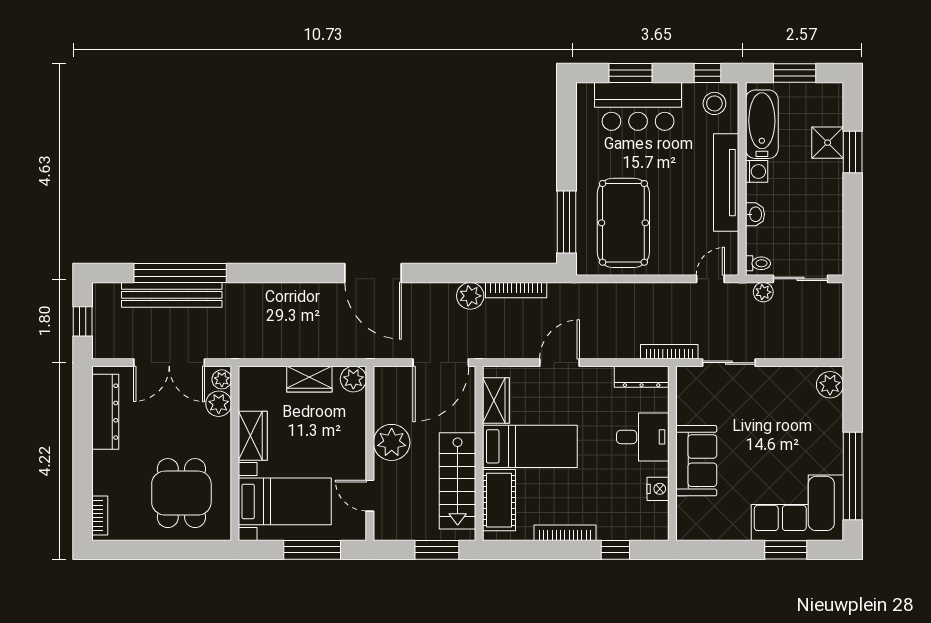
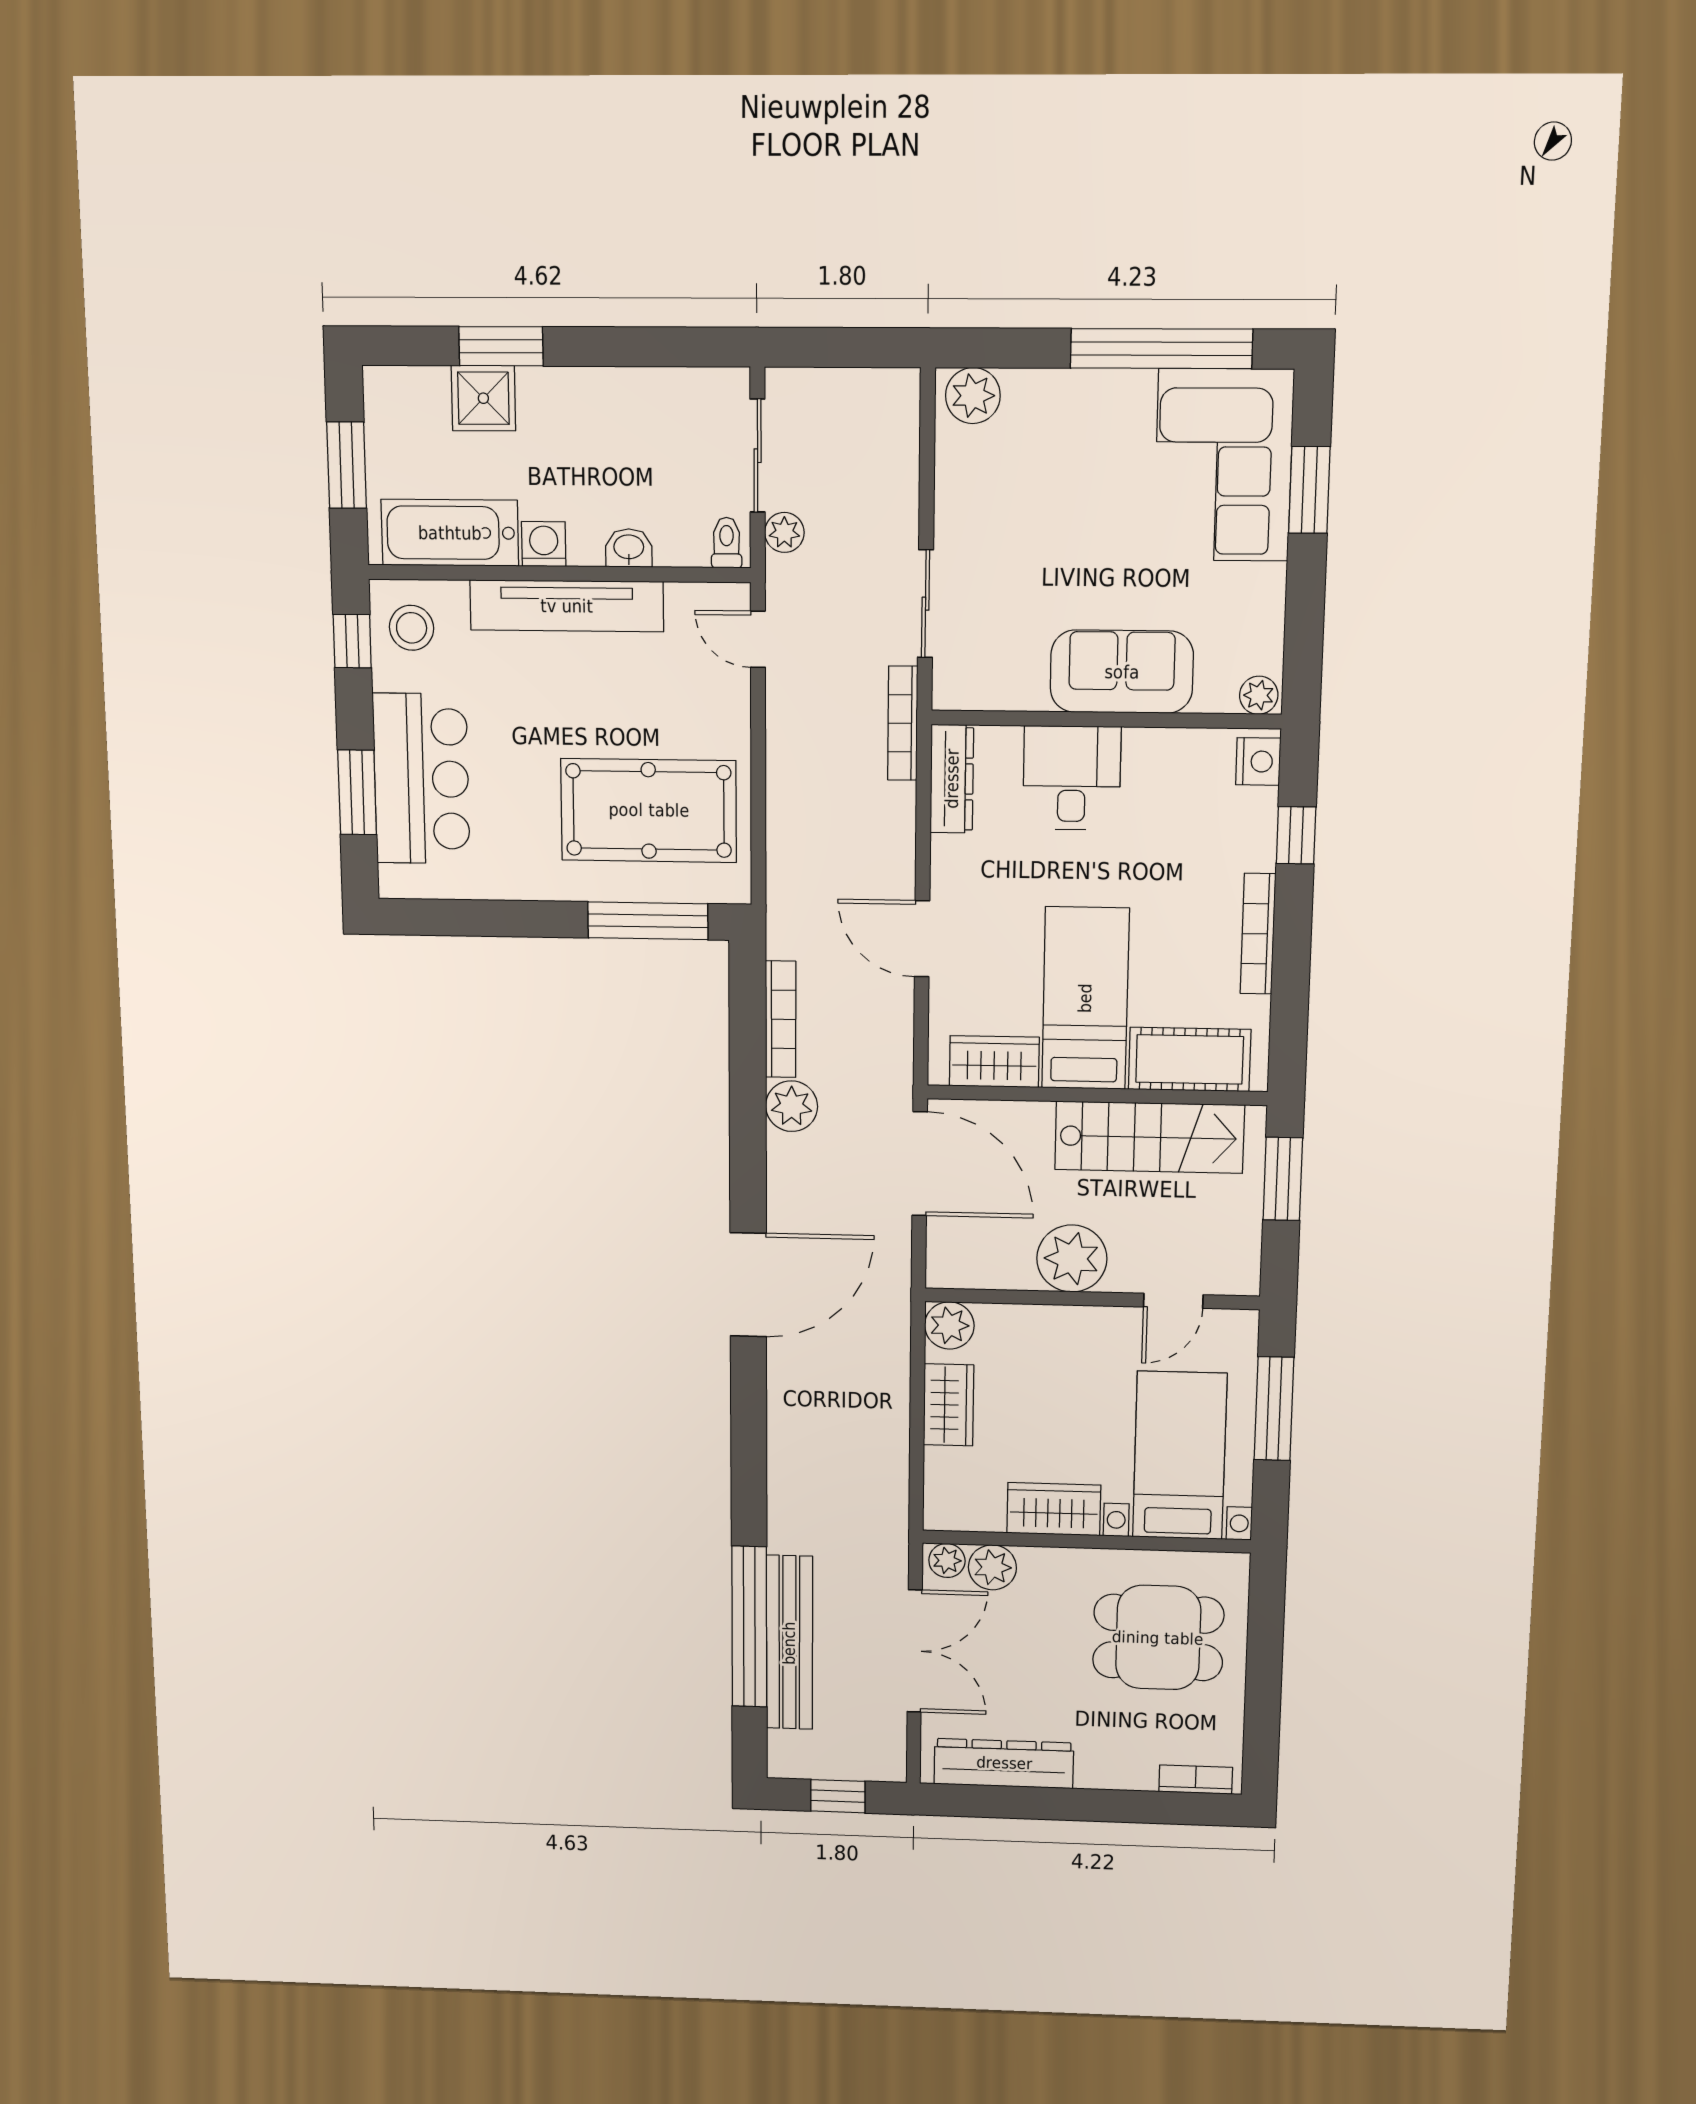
nightstand: (658, 489) -> (1258, 761), moved, turned 90
plant: (685, 529) -> (1259, 695), added

